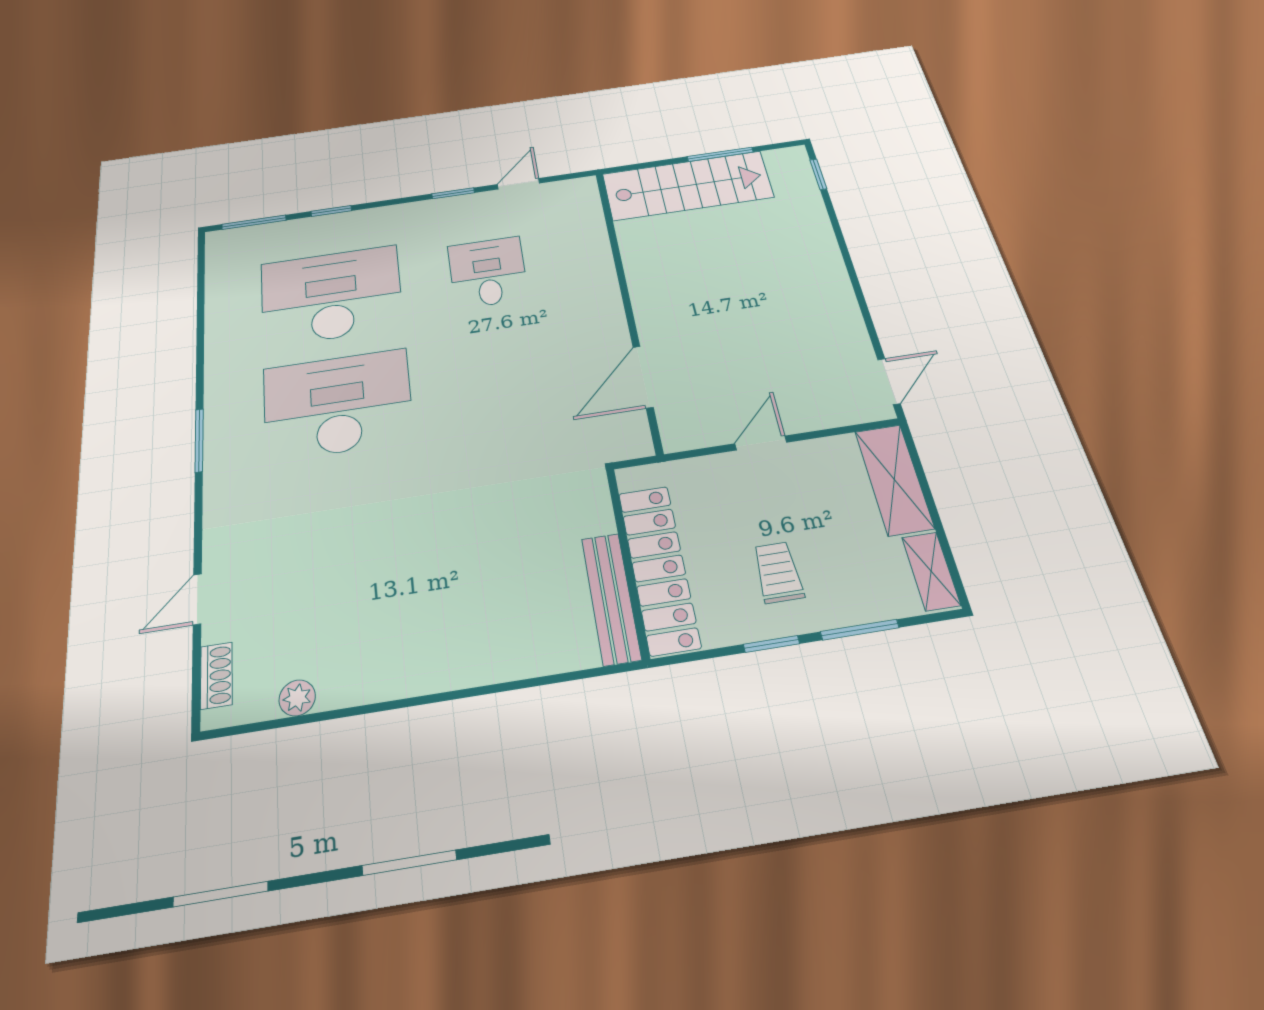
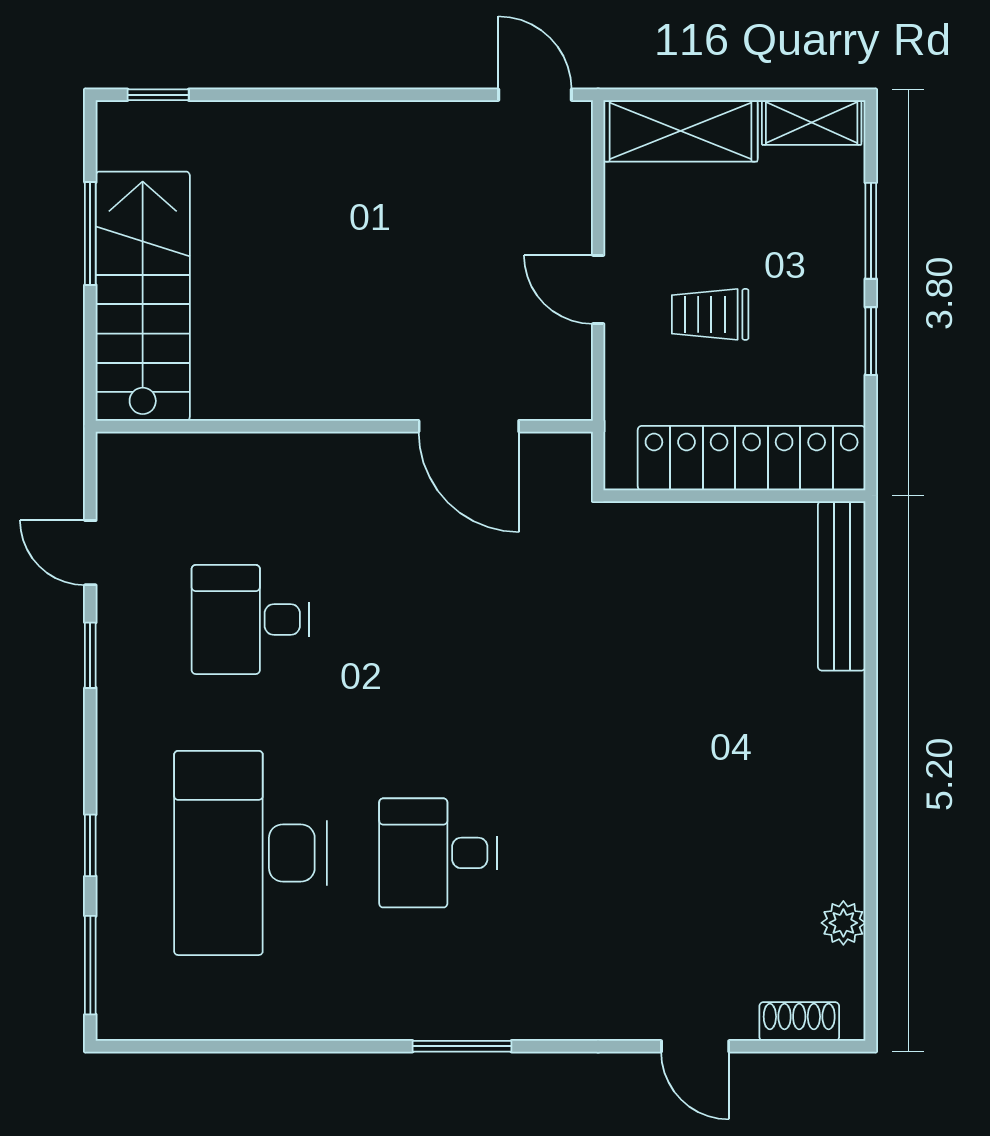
desk: (338, 404) -> (438, 853), width x0.53, depth x0.77
trolley: (778, 572) -> (710, 314), moved
bench: (611, 598) -> (842, 586), moved, turned 90

